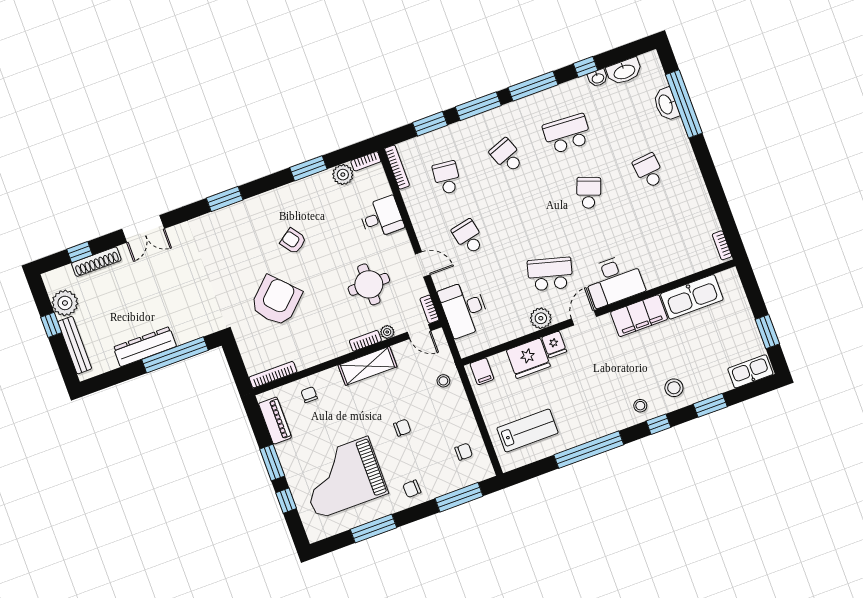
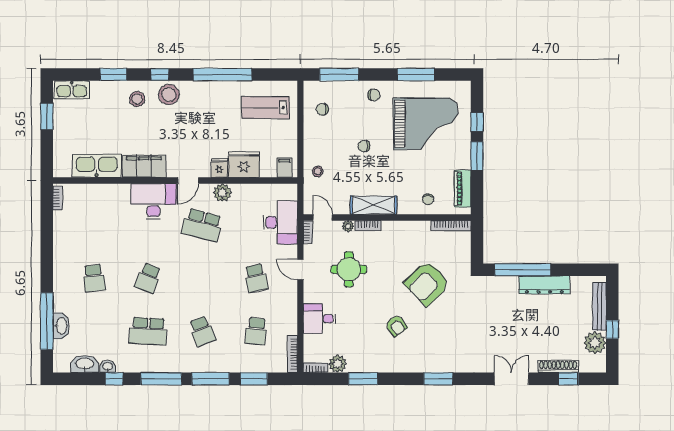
stool: (640, 406) -> (169, 95), width x1.89, depth x1.89

